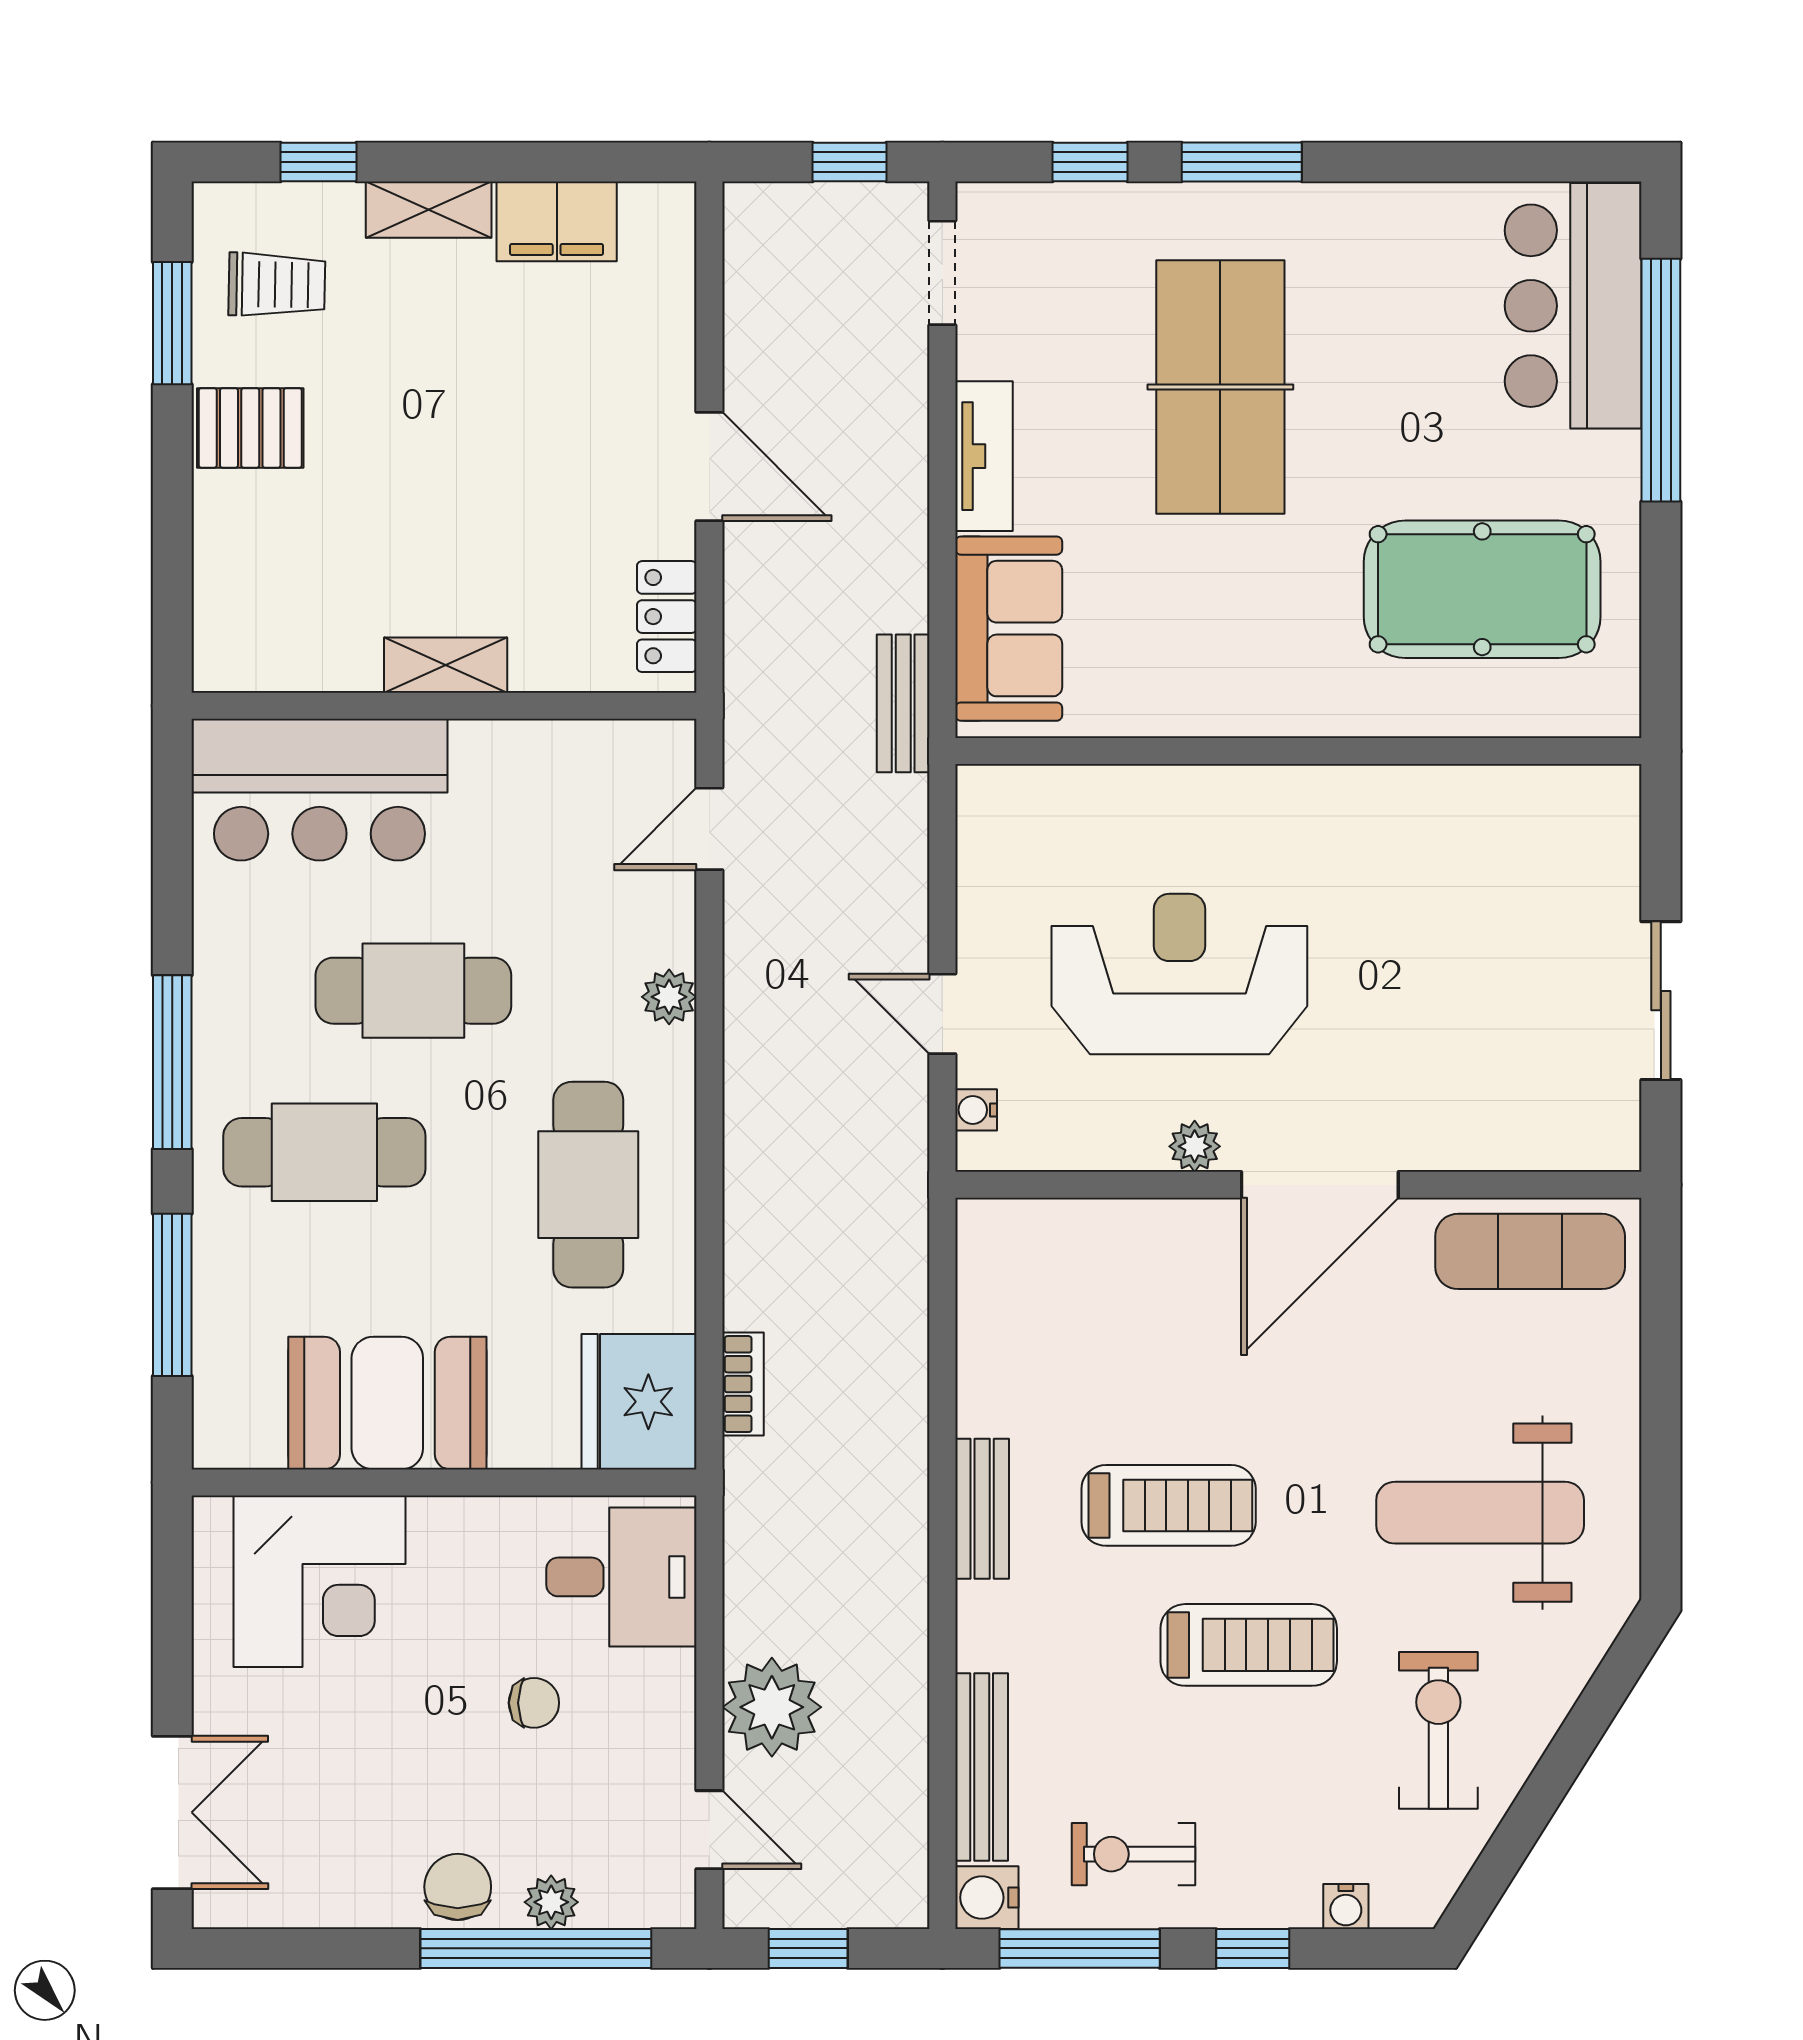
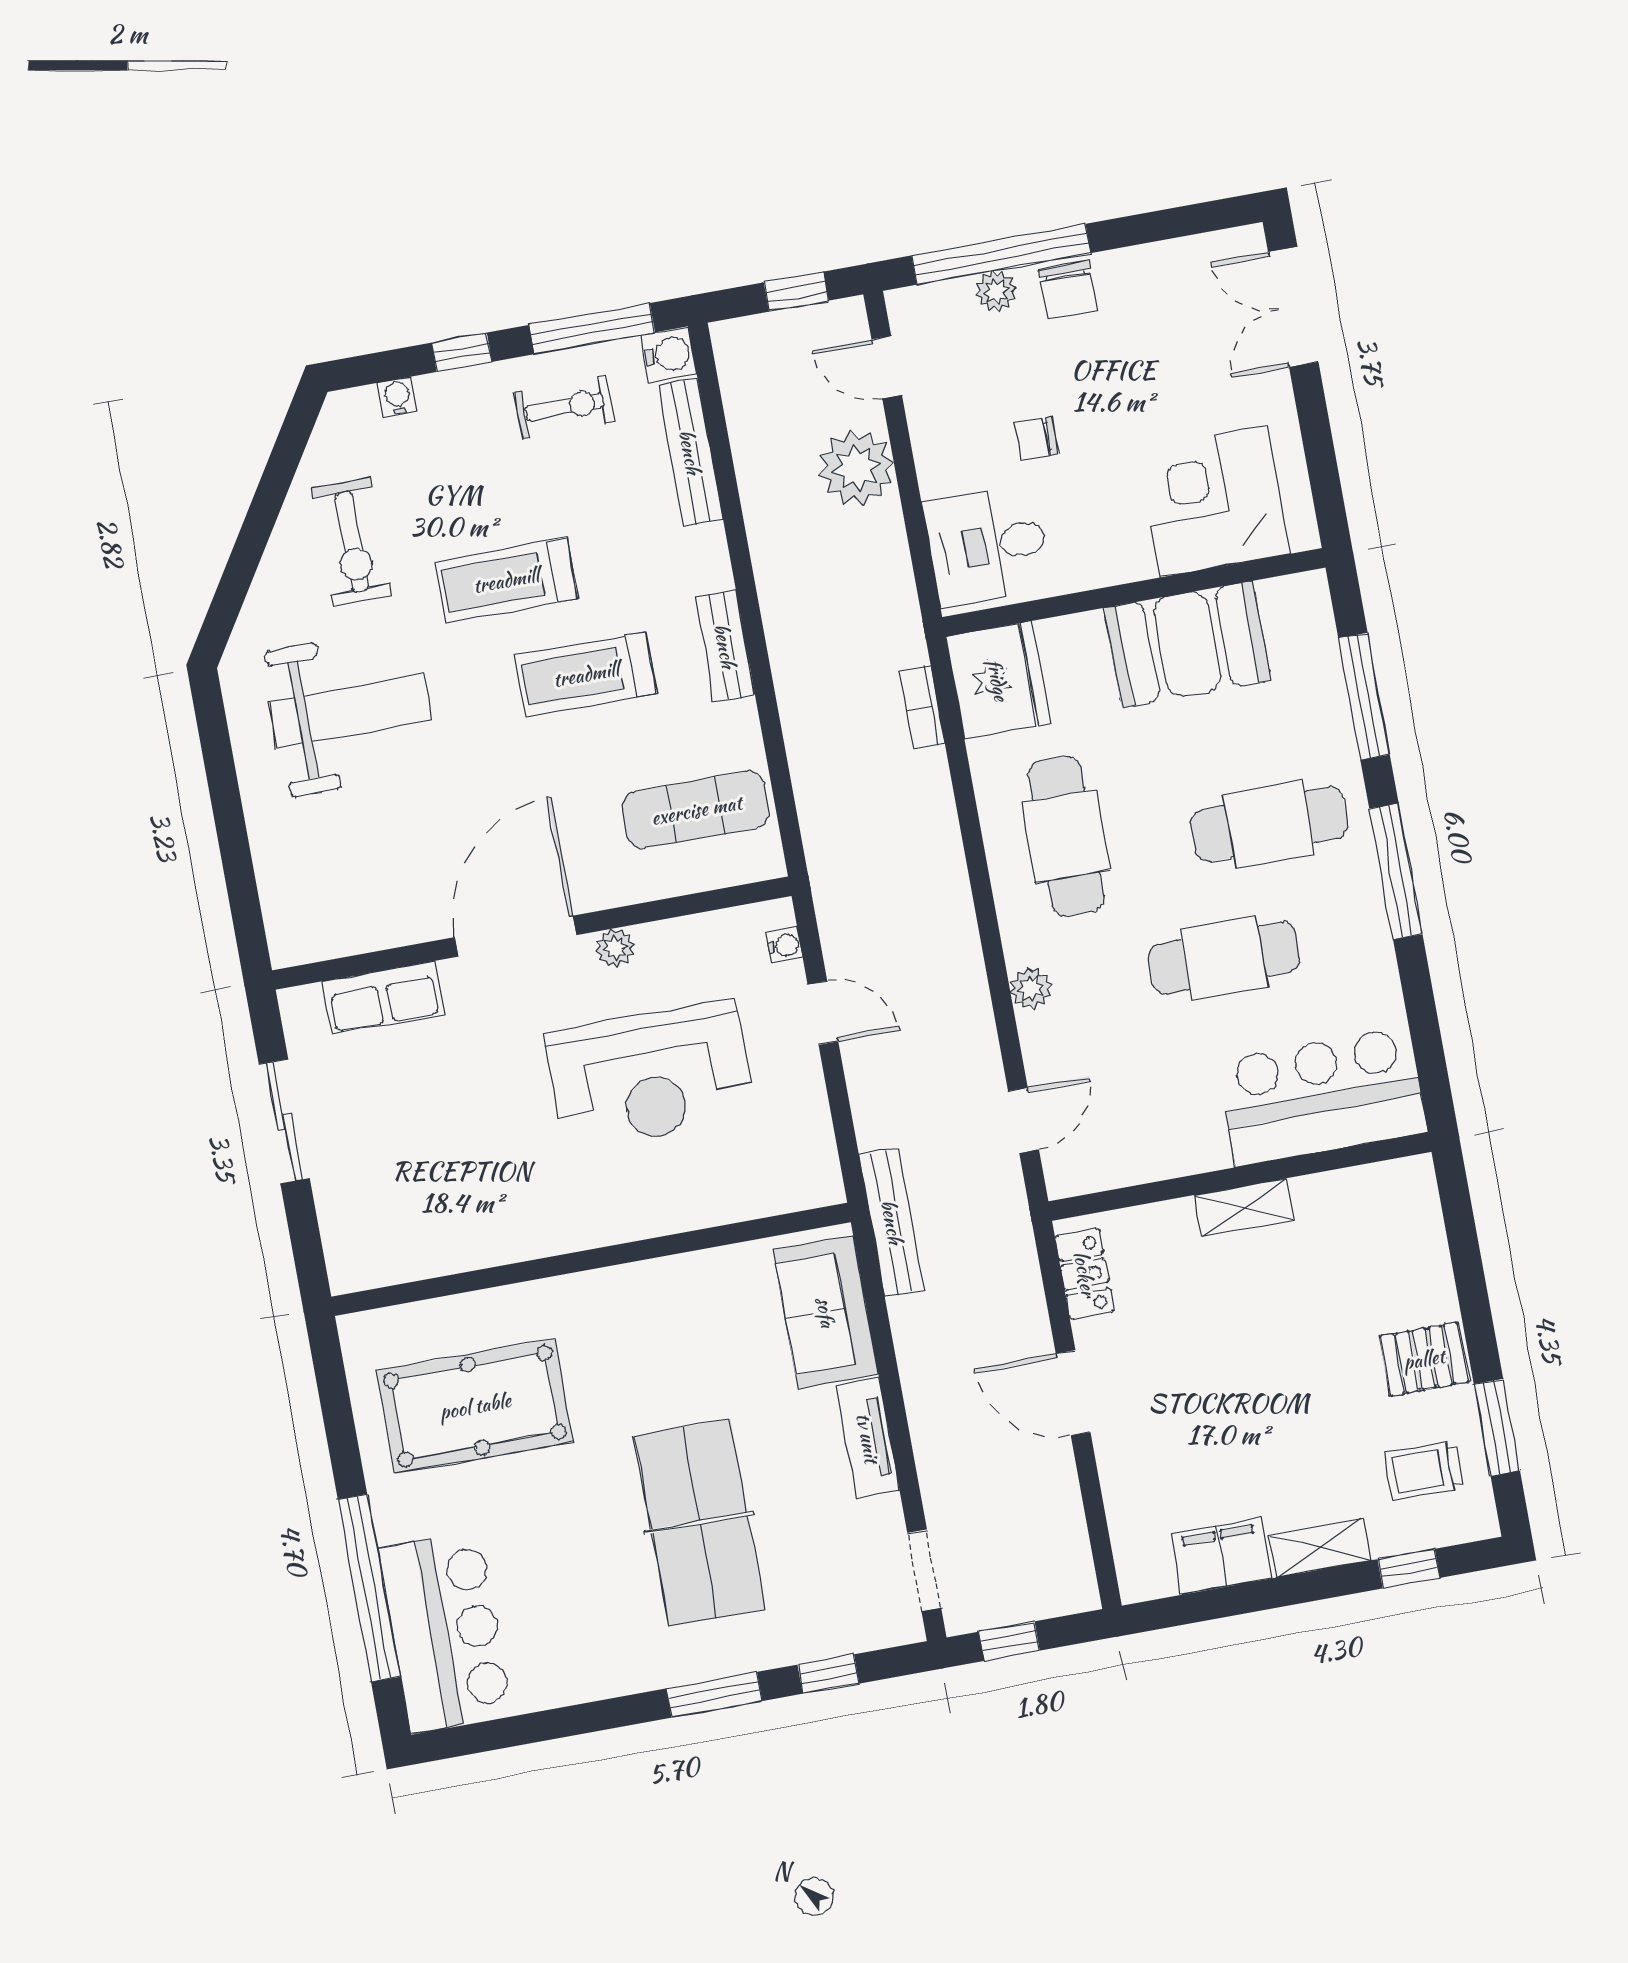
bench: (903, 703) -> (892, 1222), width x1.36
row of seats: (1504, 1136) -> (384, 998), added
exercise mat: (1530, 1251) -> (696, 810), moved

